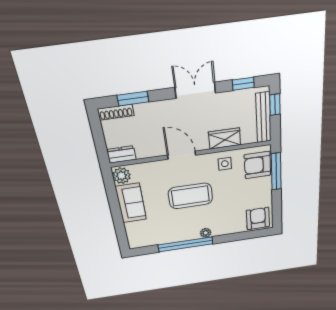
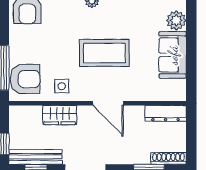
bench: (263, 118) -> (36, 157), moved, turned 90
dresser: (121, 155) -> (166, 113), width x1.44
plant: (122, 176) -> (176, 20), moved

